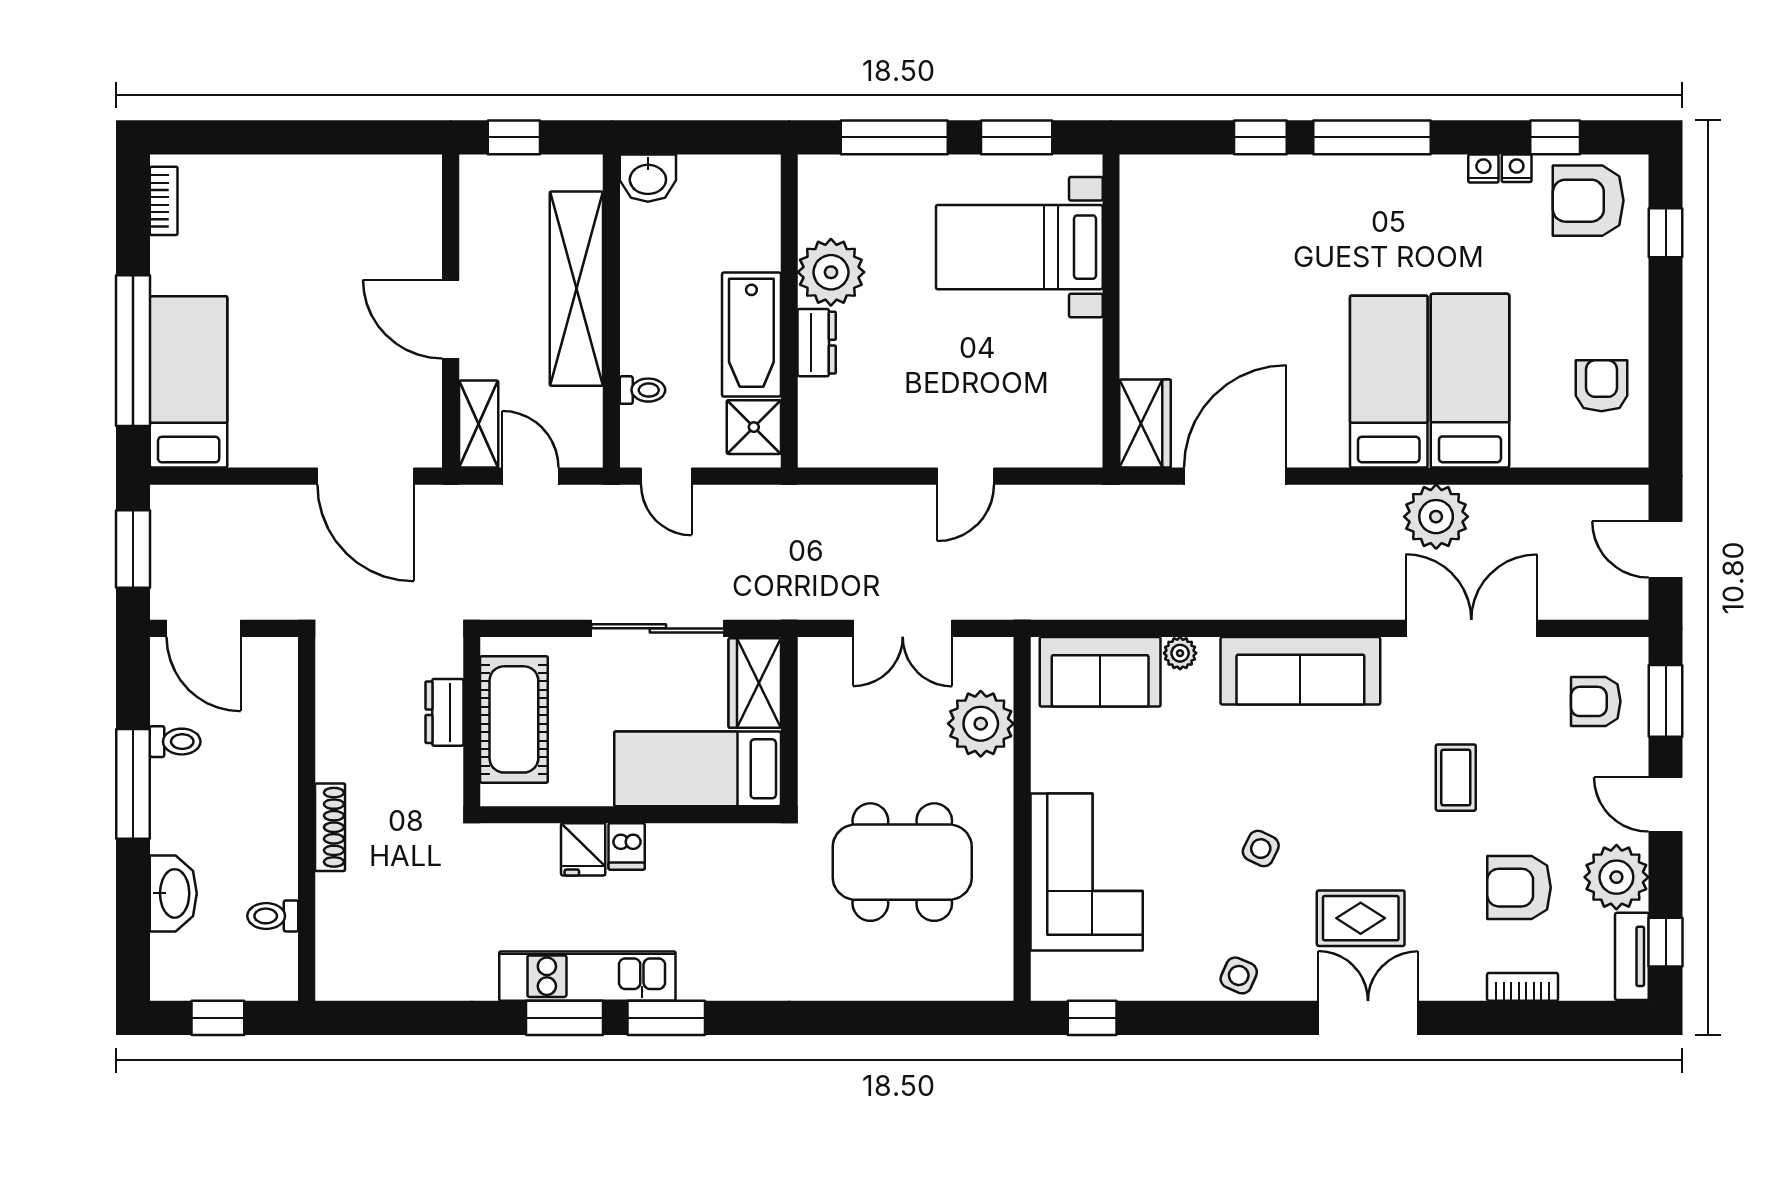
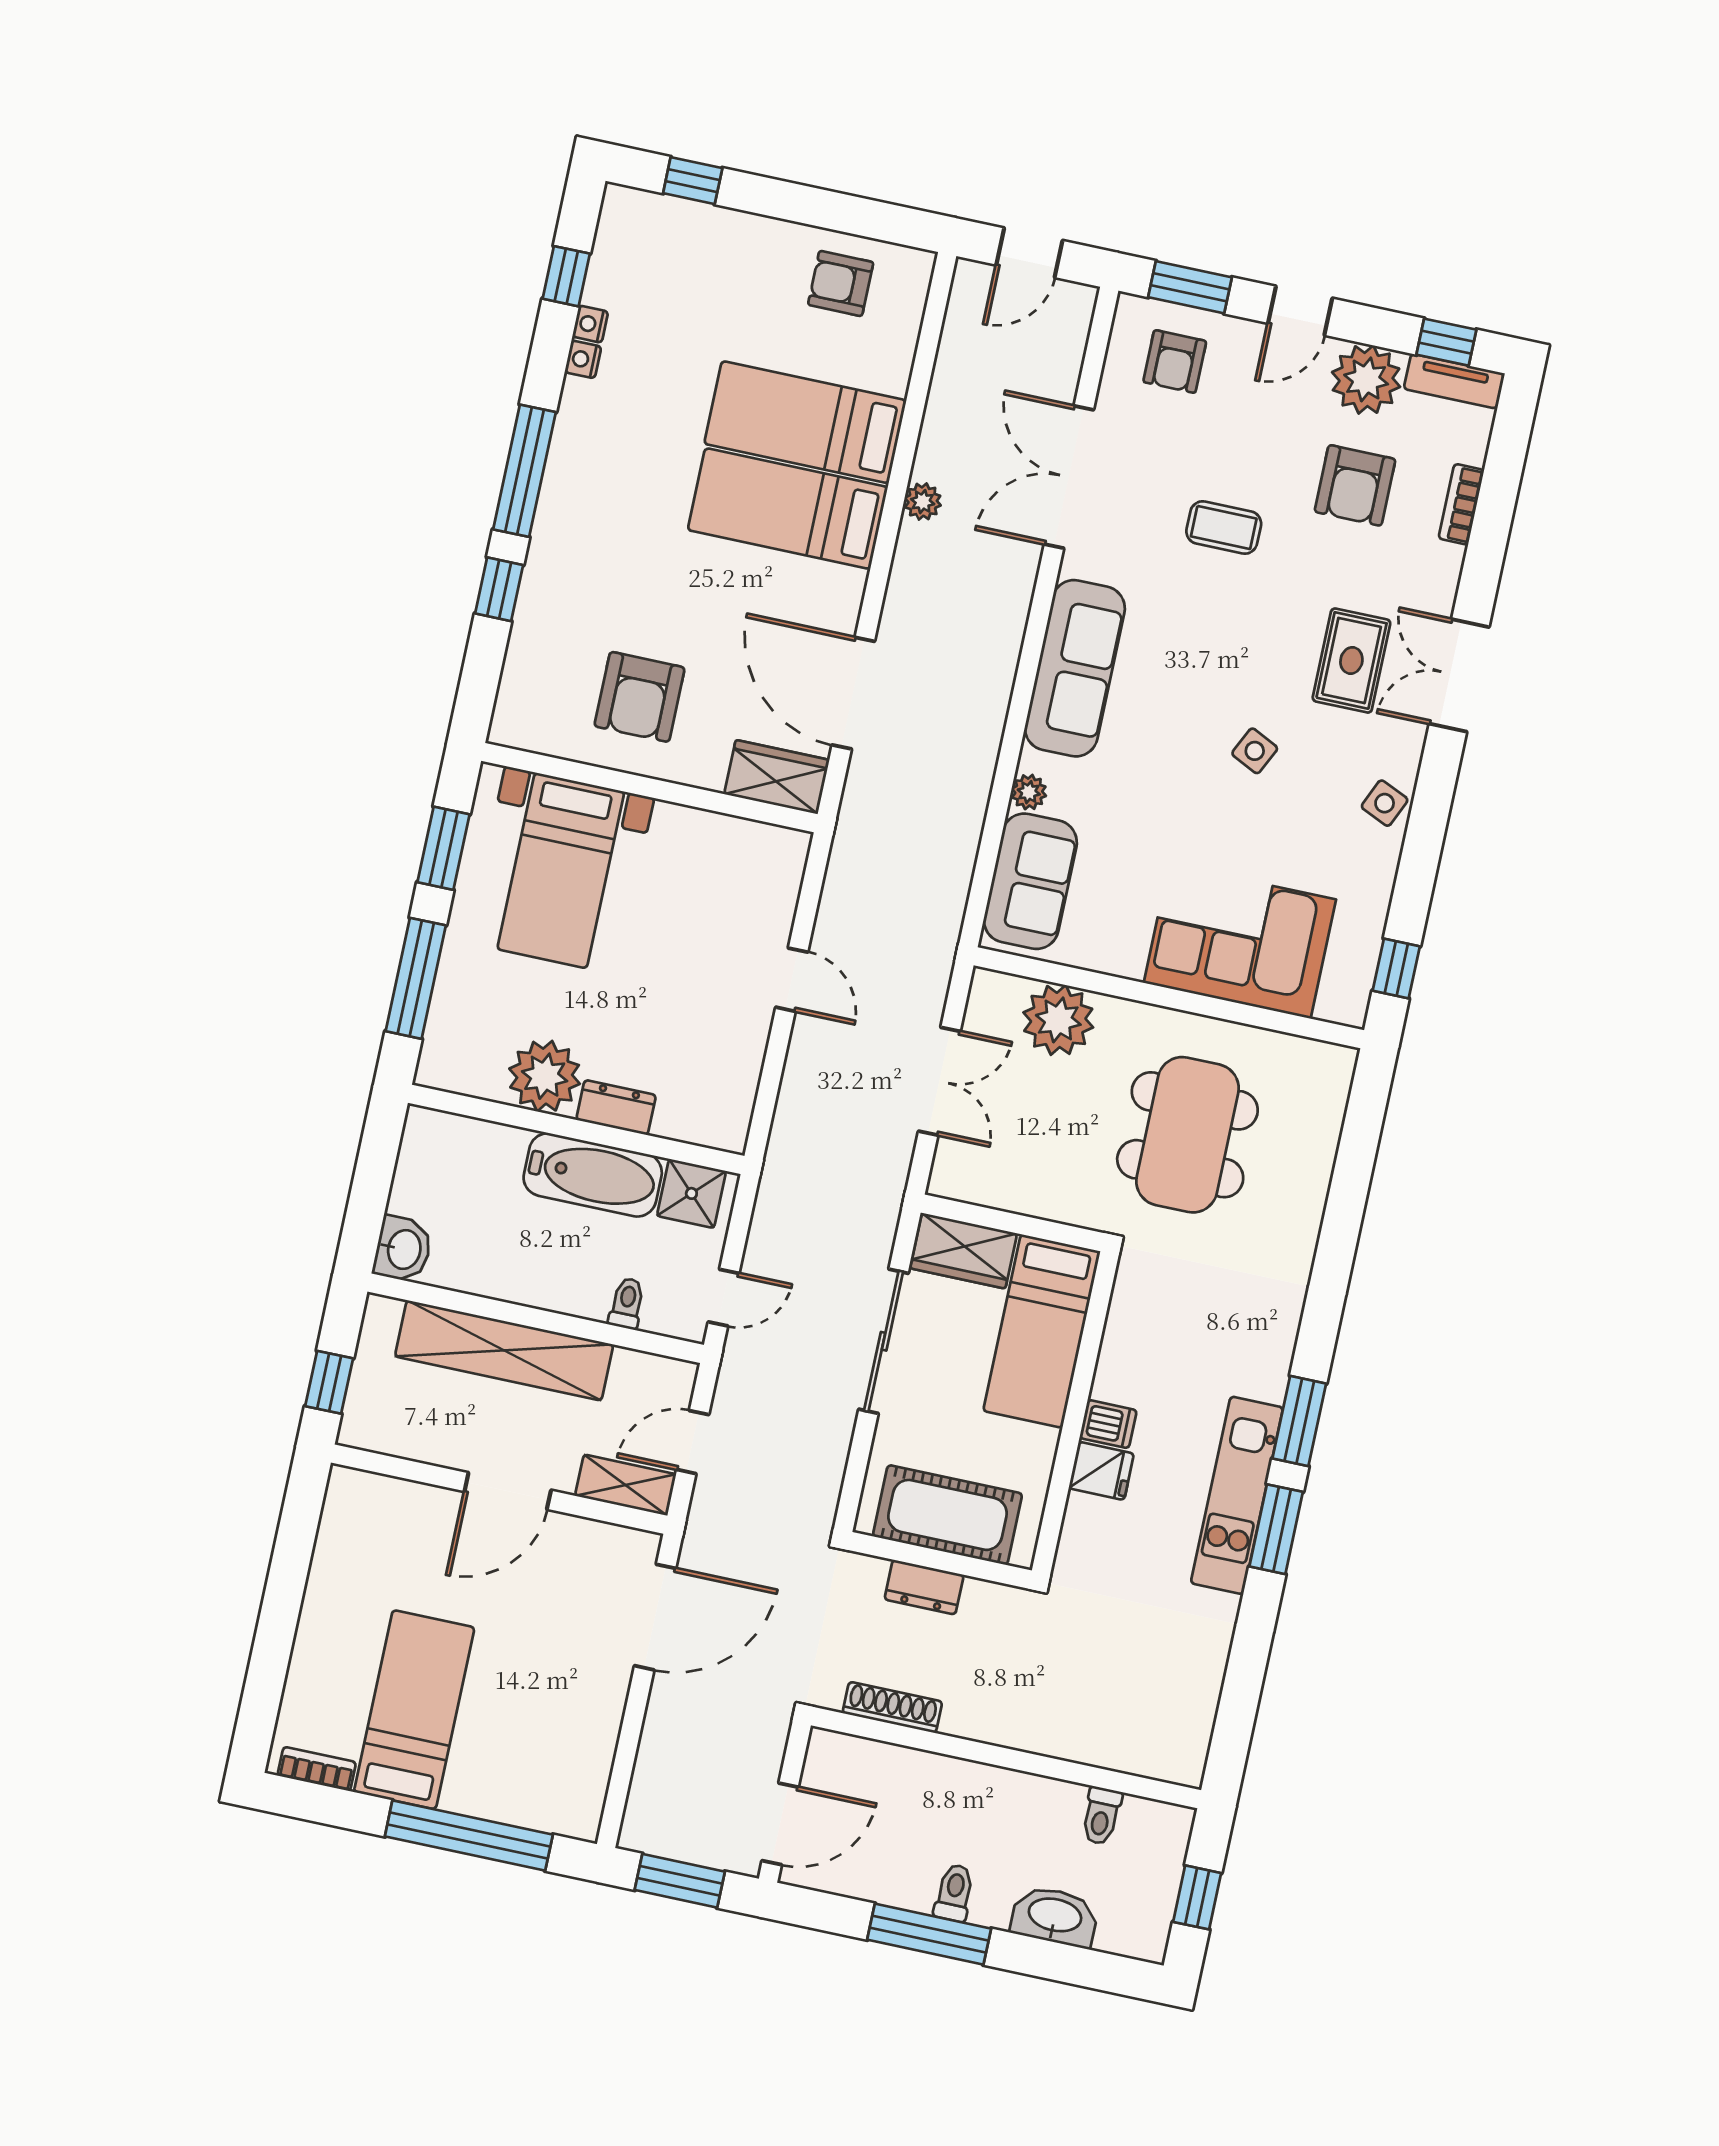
armchair: (1588, 201) -> (640, 697), moved
bed: (189, 382) -> (414, 1710), moved, turned 90
plant: (1436, 517) -> (923, 502), width x0.53, depth x0.53
toilet: (175, 742) -> (954, 1893), moved
shoe rack: (330, 827) -> (892, 1707), moved

